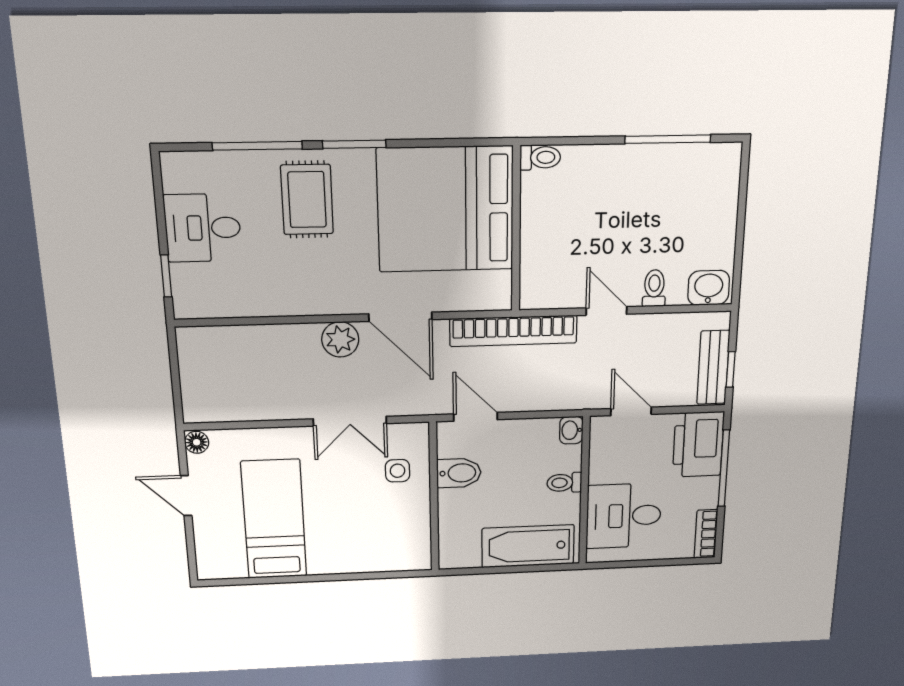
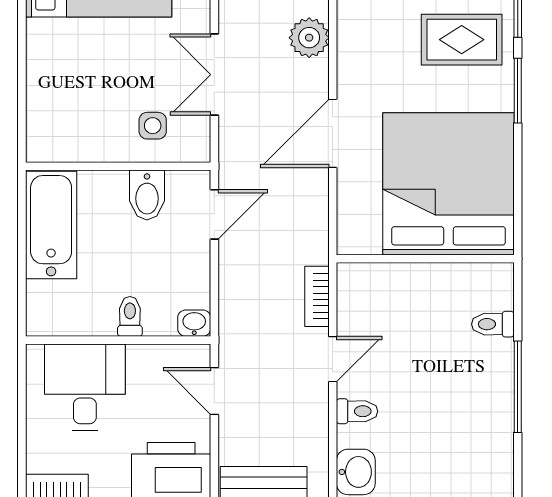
window: (668, 139) -> (518, 387), moved
toilet: (540, 157) -> (493, 324), moved, turned 90
bookcase: (513, 331) -> (317, 296), width x0.43, depth x0.76
plant: (340, 339) -> (309, 38), moved
door: (631, 411) -> (214, 391), swing flipped
bathtub: (528, 546) -> (51, 225), moved

